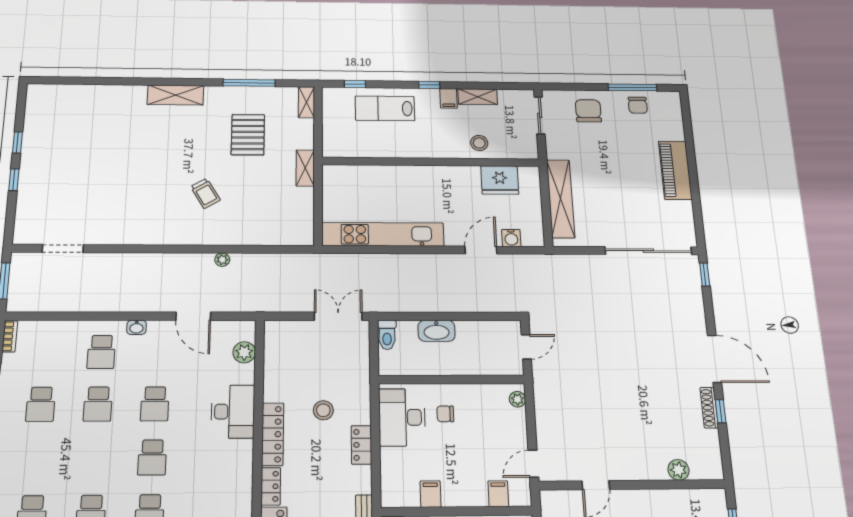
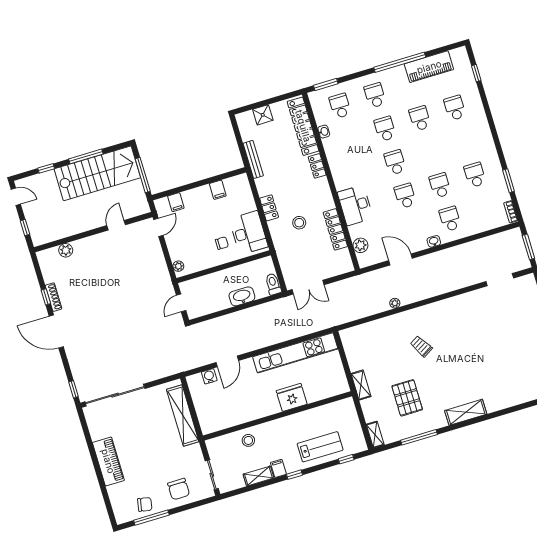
chair: (638, 105) -> (145, 504), turned 101
fridge: (500, 180) -> (292, 397), moved
locker: (273, 434) -> (335, 229), moved

